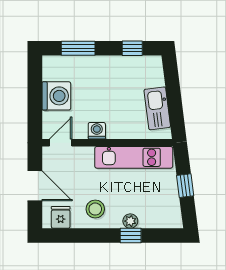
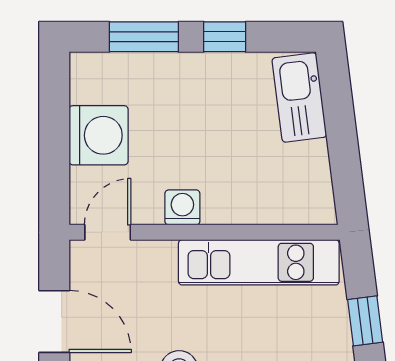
window: (132, 48) -> (225, 37), moved
kitchen sink: (157, 108) -> (299, 98), moved

